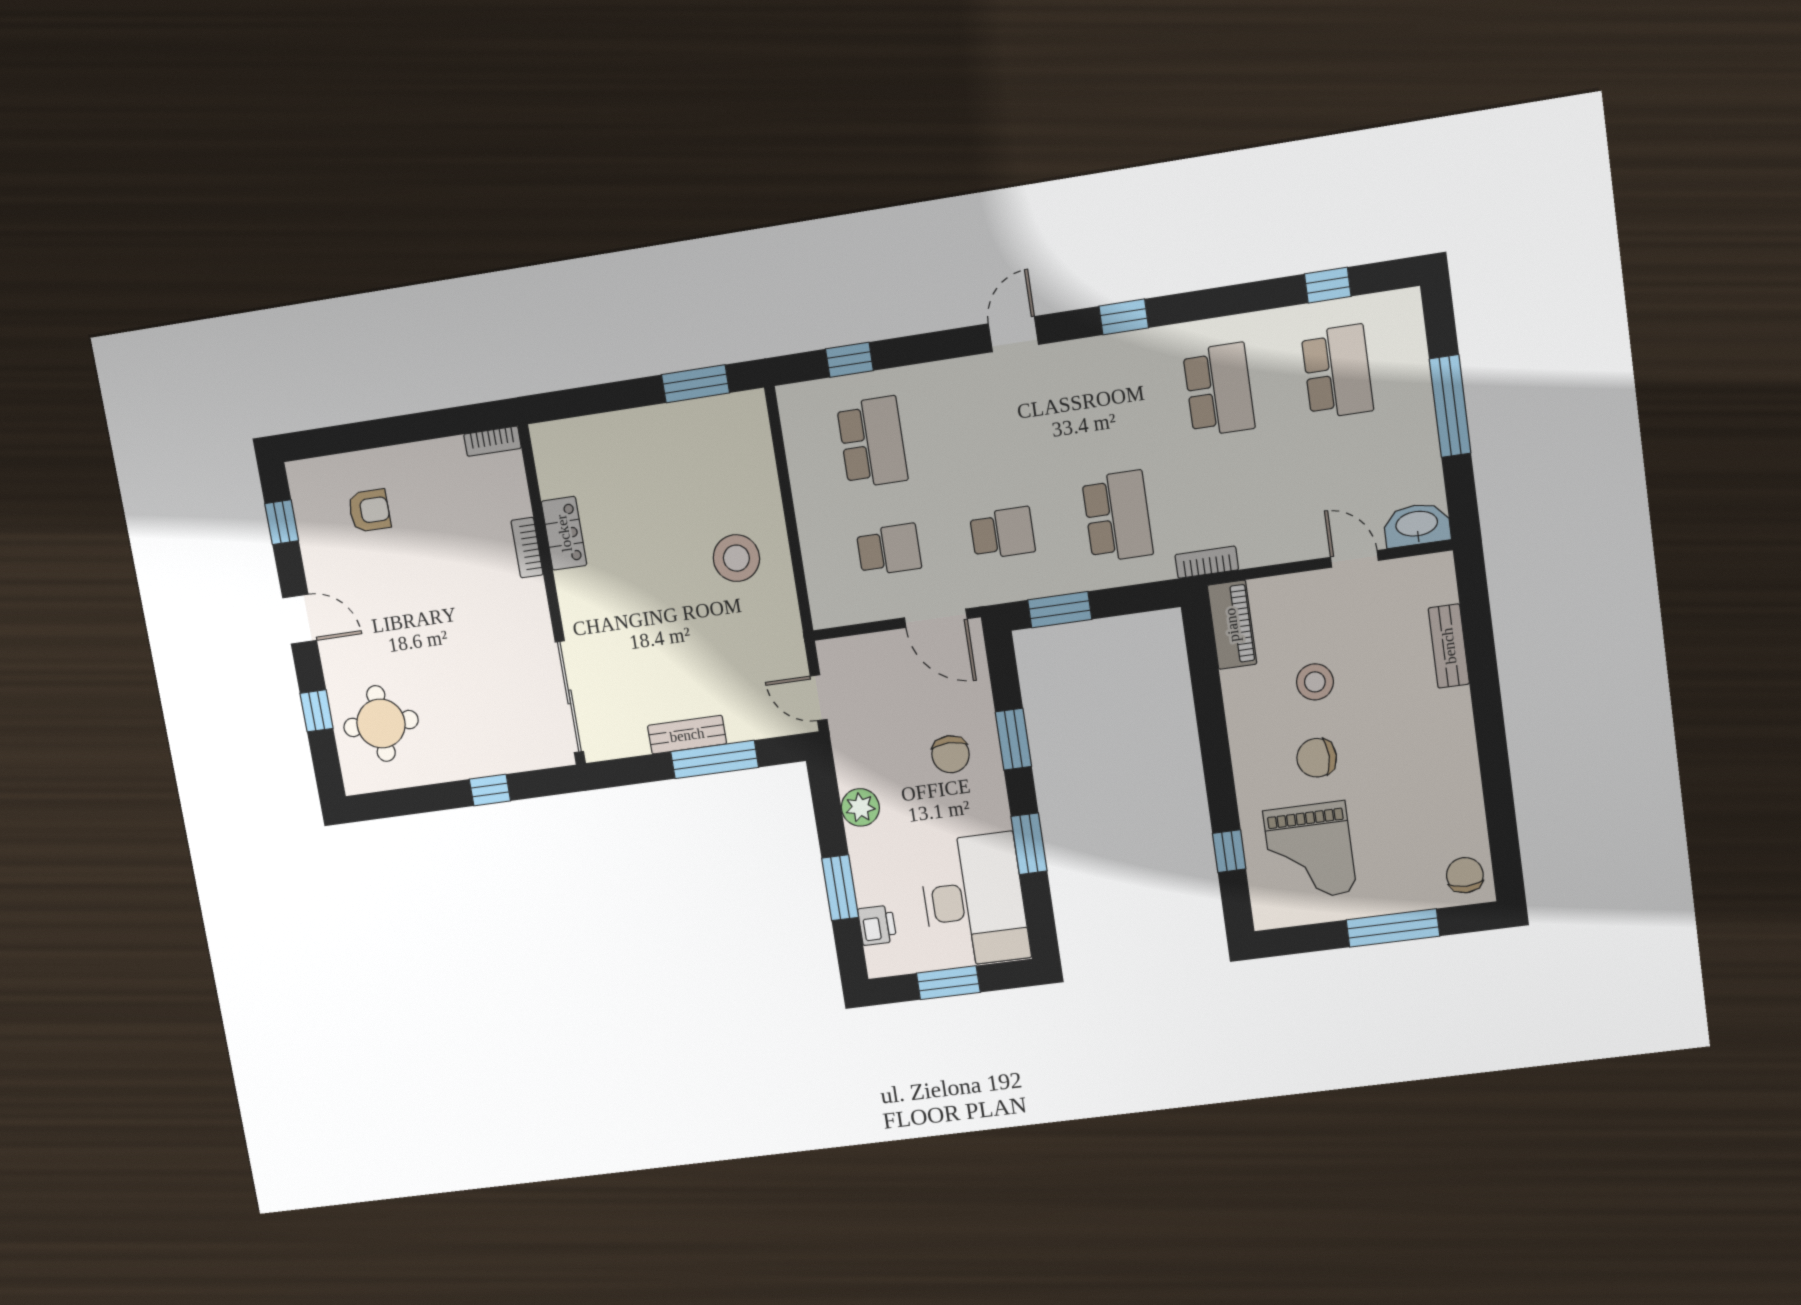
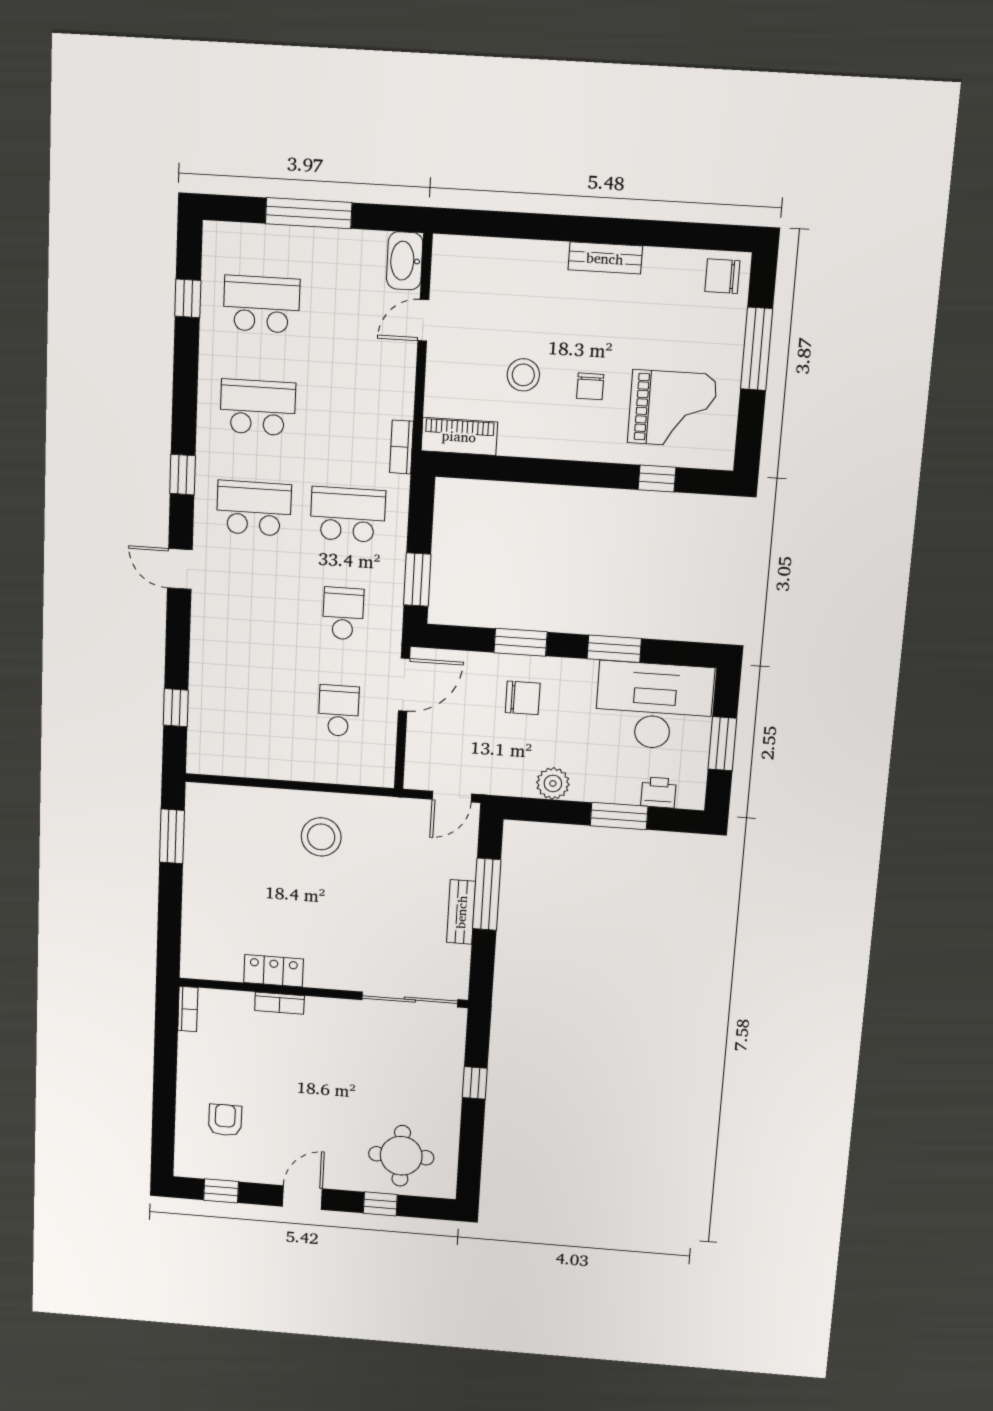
school desk: (872, 442) -> (254, 508), moved
bench: (1449, 646) -> (605, 258), moved
chair: (1317, 758) -> (590, 386), width x0.73, depth x0.73

